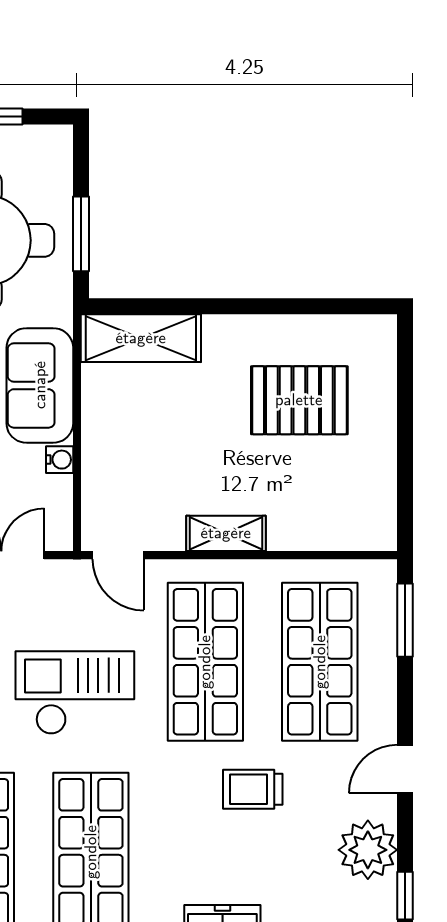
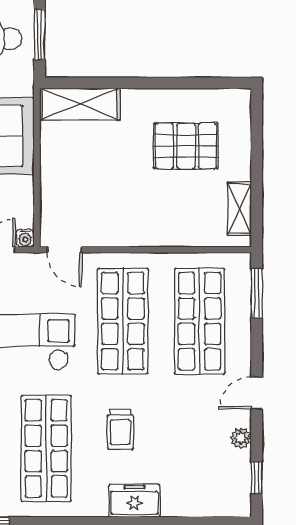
water cooler: (60, 460) -> (25, 238), moved, turned 90
shelving: (226, 533) -> (239, 209), moved, turned 90
trolley: (253, 789) -> (120, 429), moved, turned -90
plant: (368, 850) -> (241, 438), width x0.53, depth x0.53

